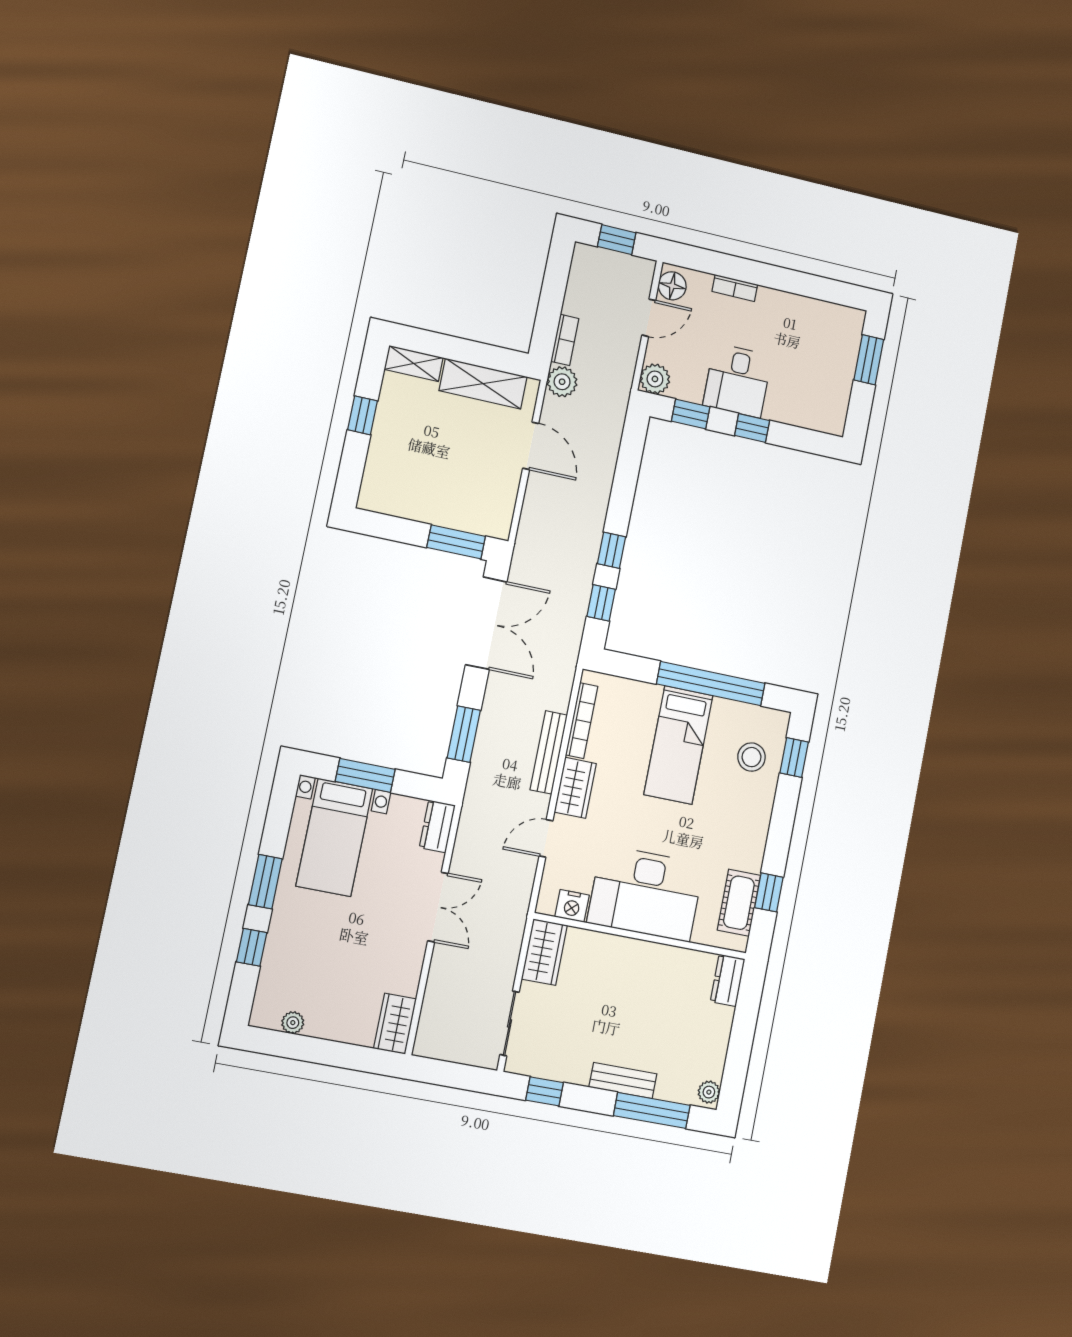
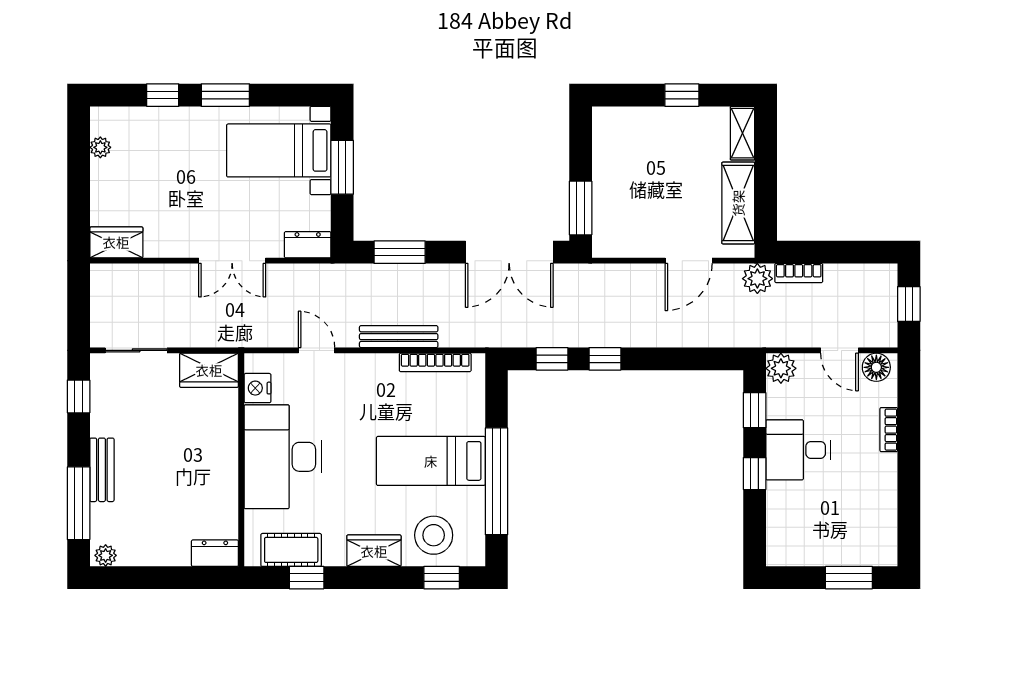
stool: (751, 757) -> (434, 535), width x1.38, depth x1.38
wardrobe: (575, 788) -> (374, 551), moved, turned 180

